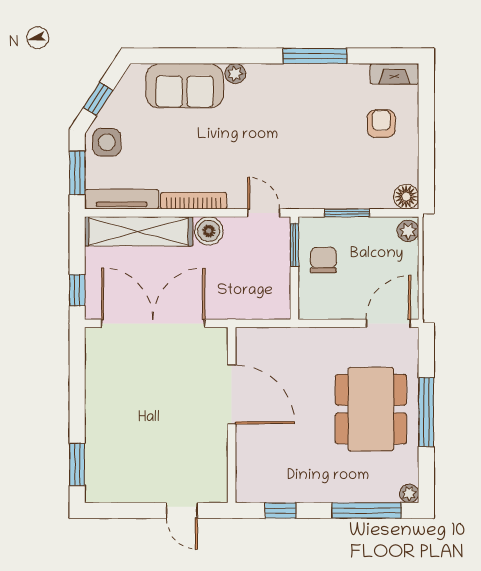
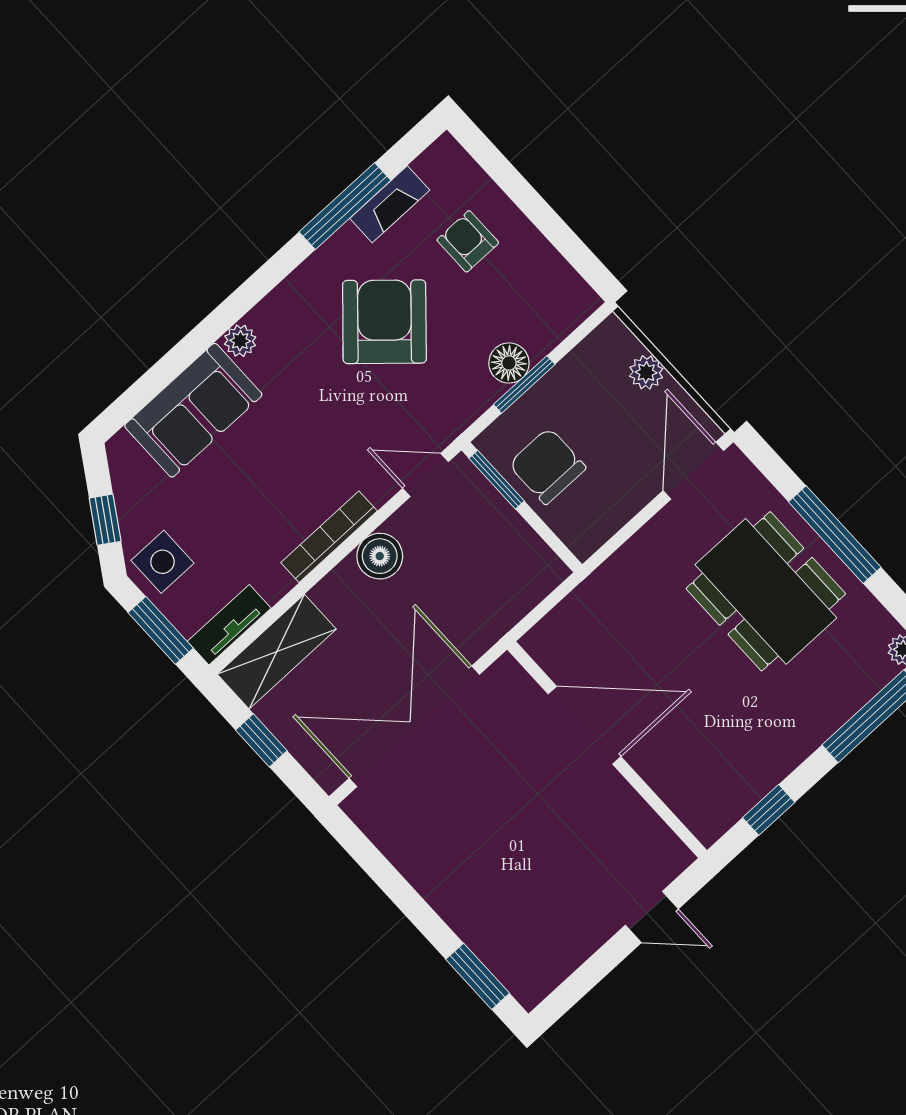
window: (315, 56) -> (345, 206), moved
fireplace: (394, 74) -> (390, 204), moved
armchair: (309, 125) -> (384, 322), added
floor lamp: (406, 197) -> (509, 363), moved
tv unit: (122, 199) -> (229, 625), width x0.71
shelving: (139, 231) -> (277, 652), width x0.68
plant: (408, 231) -> (646, 372), moved
chair: (323, 260) -> (547, 466), width x1.37, depth x1.37
window: (77, 290) -> (261, 740), moved

